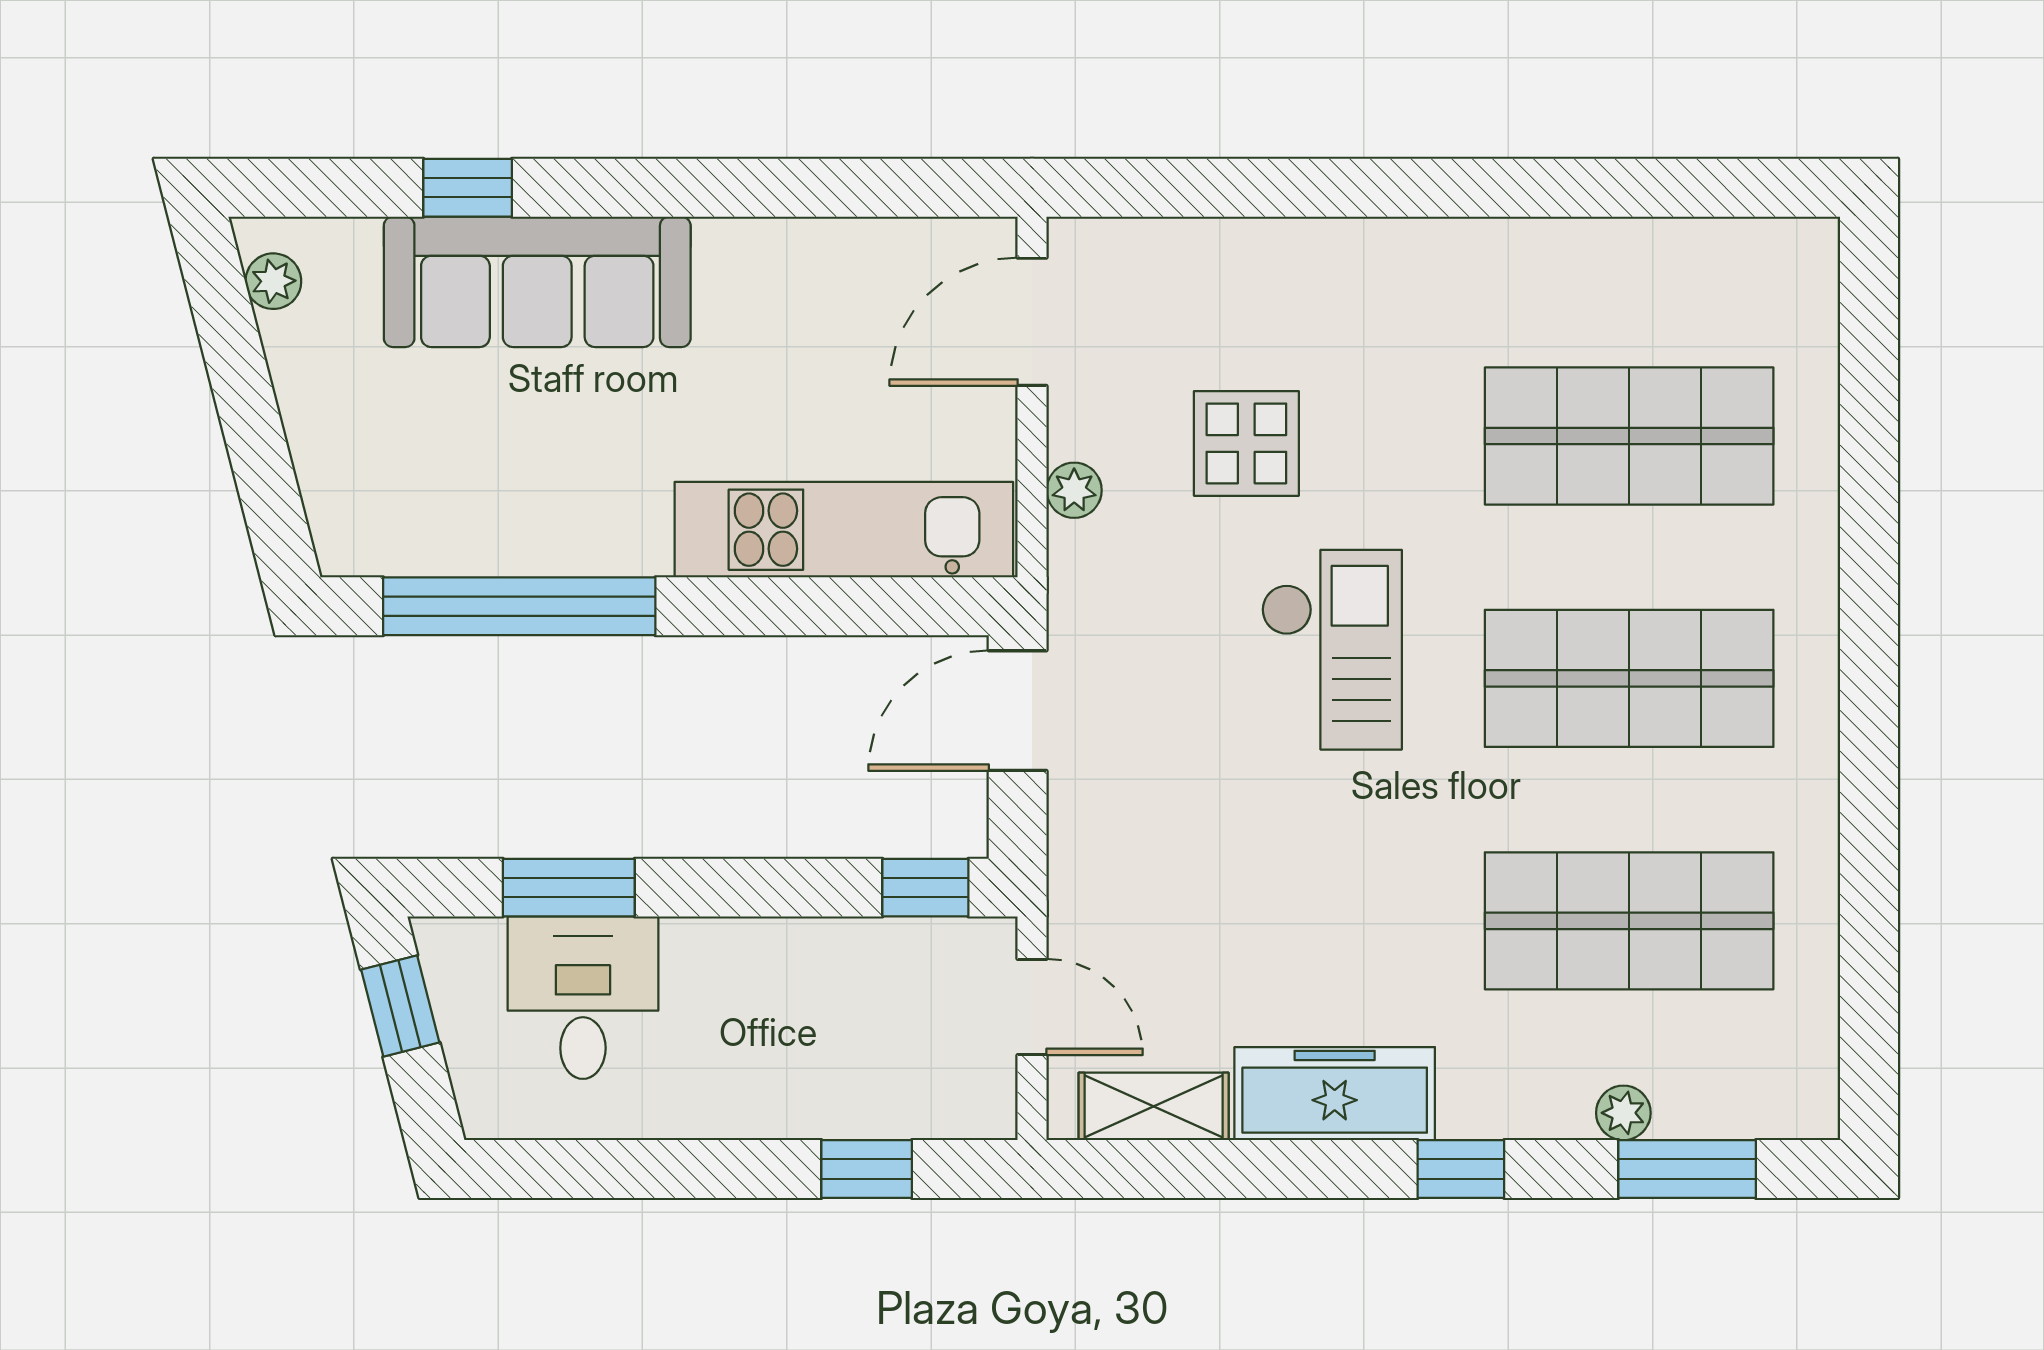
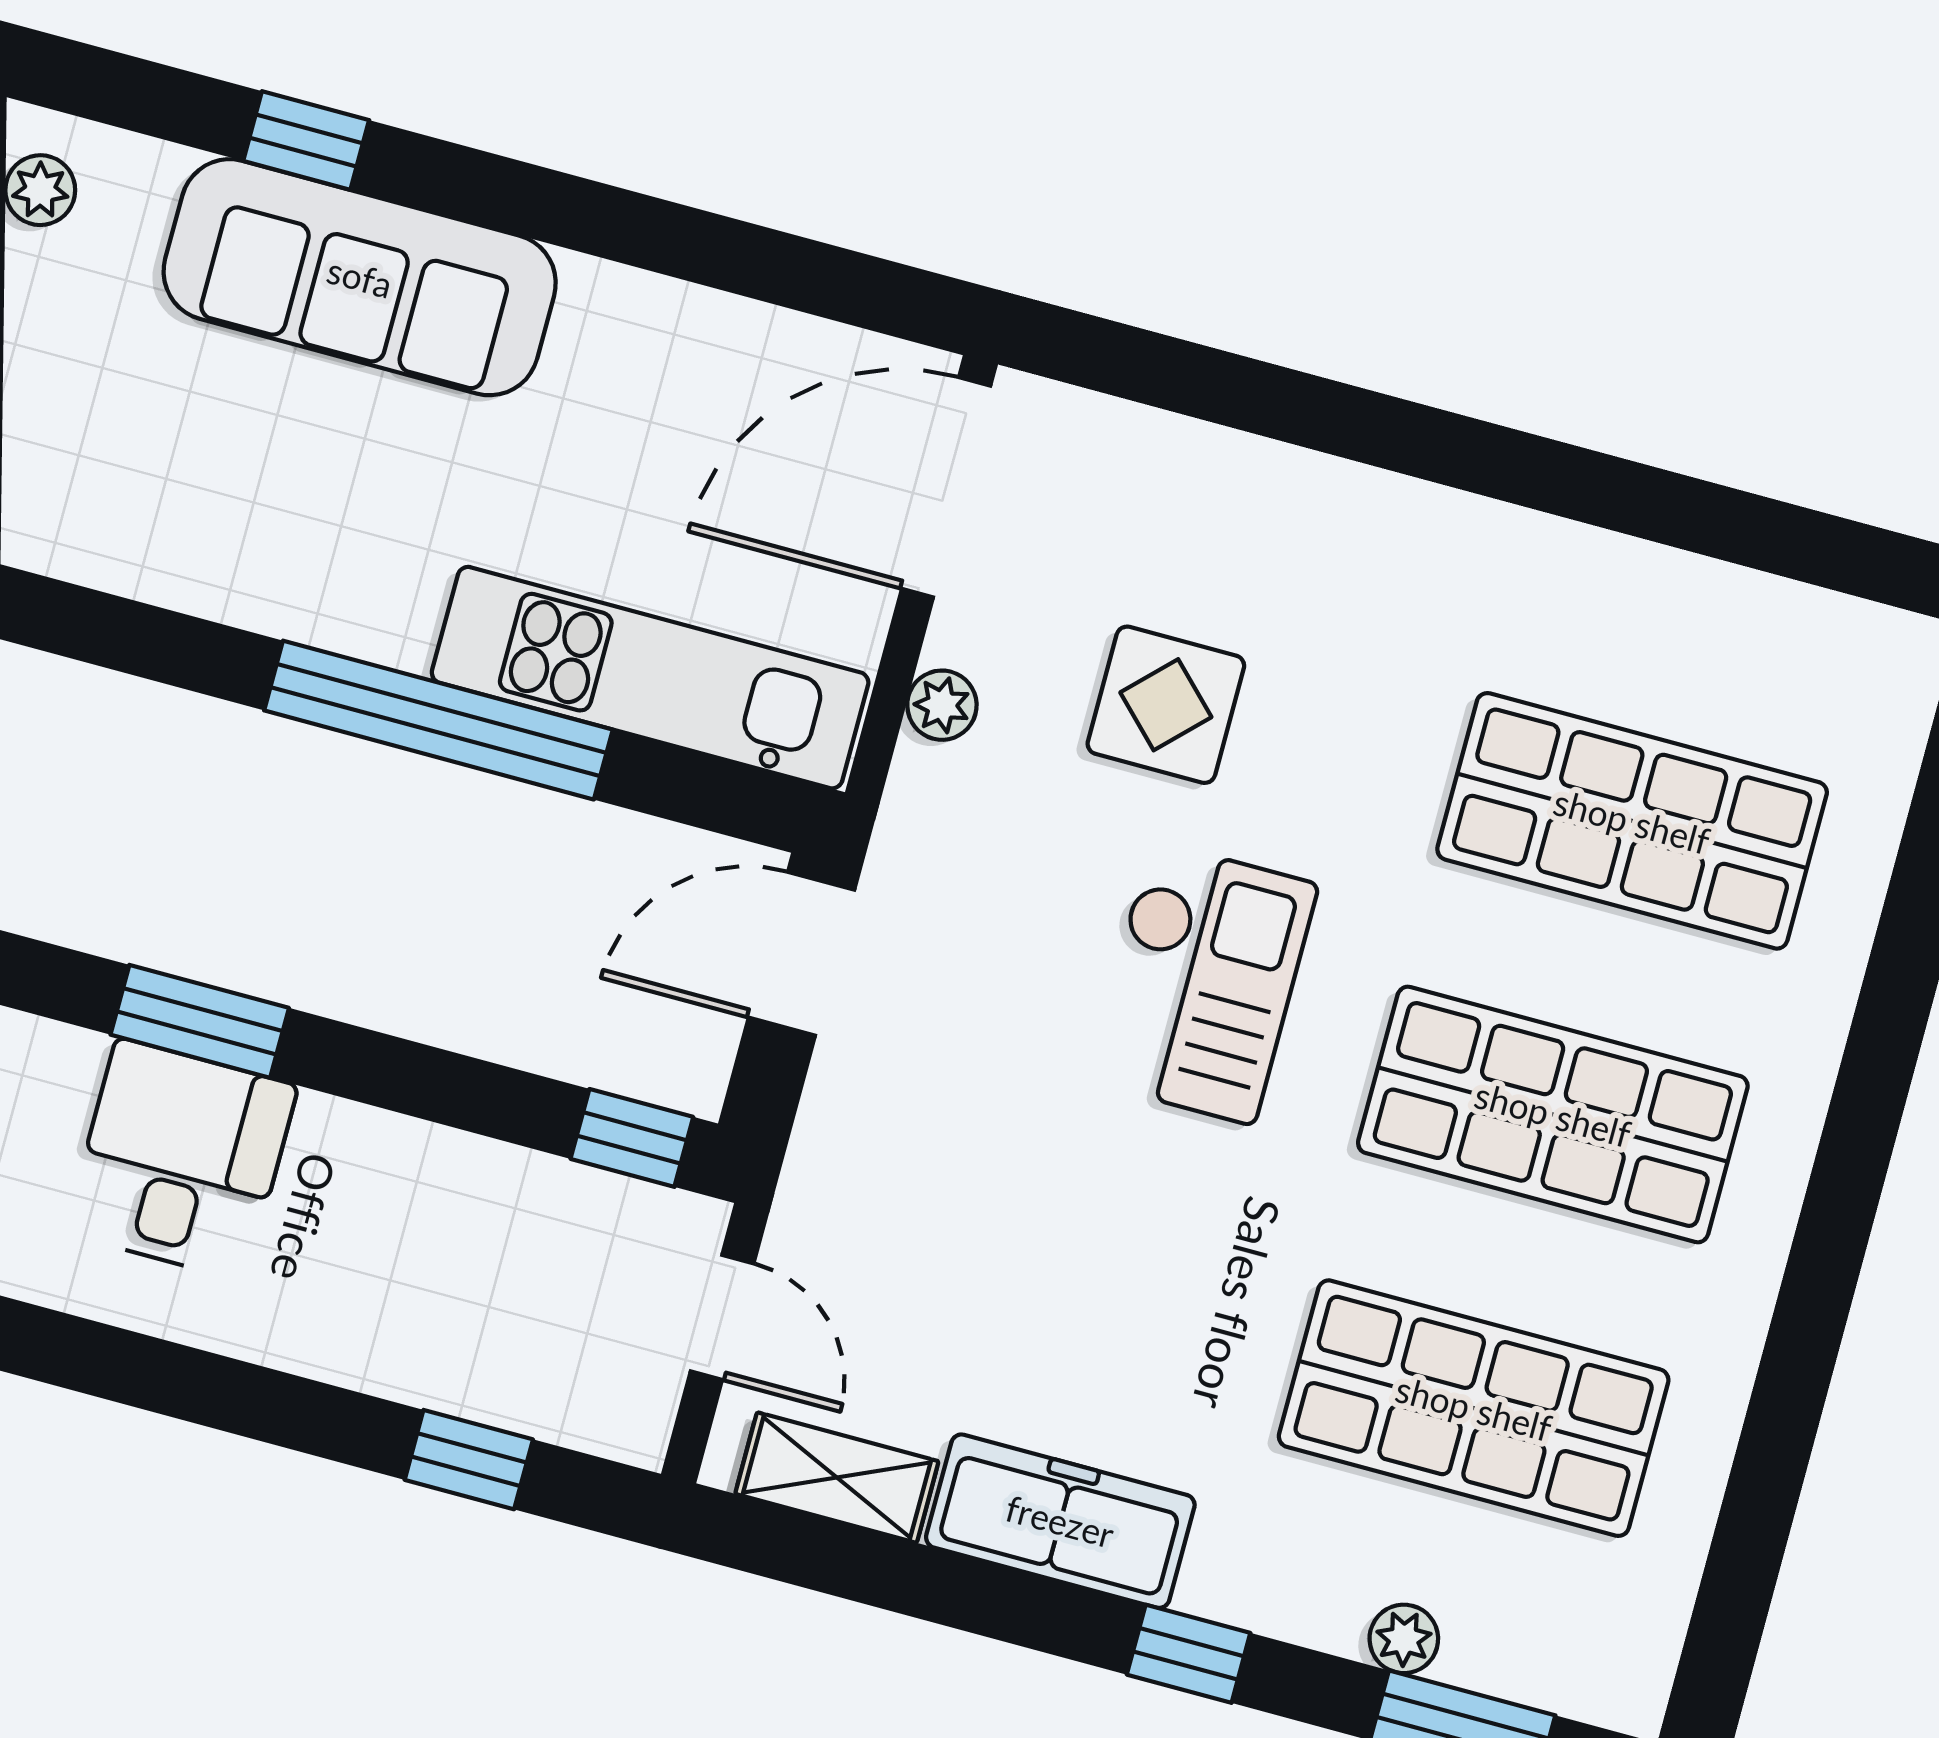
door: (1032, 322) -> (946, 487), width x1.36
window: (519, 606) -> (438, 720), moved

